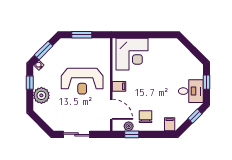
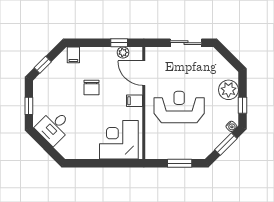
desk: (191, 91) -> (54, 127), moved, turned -45
chair: (146, 117) -> (91, 88), moved

